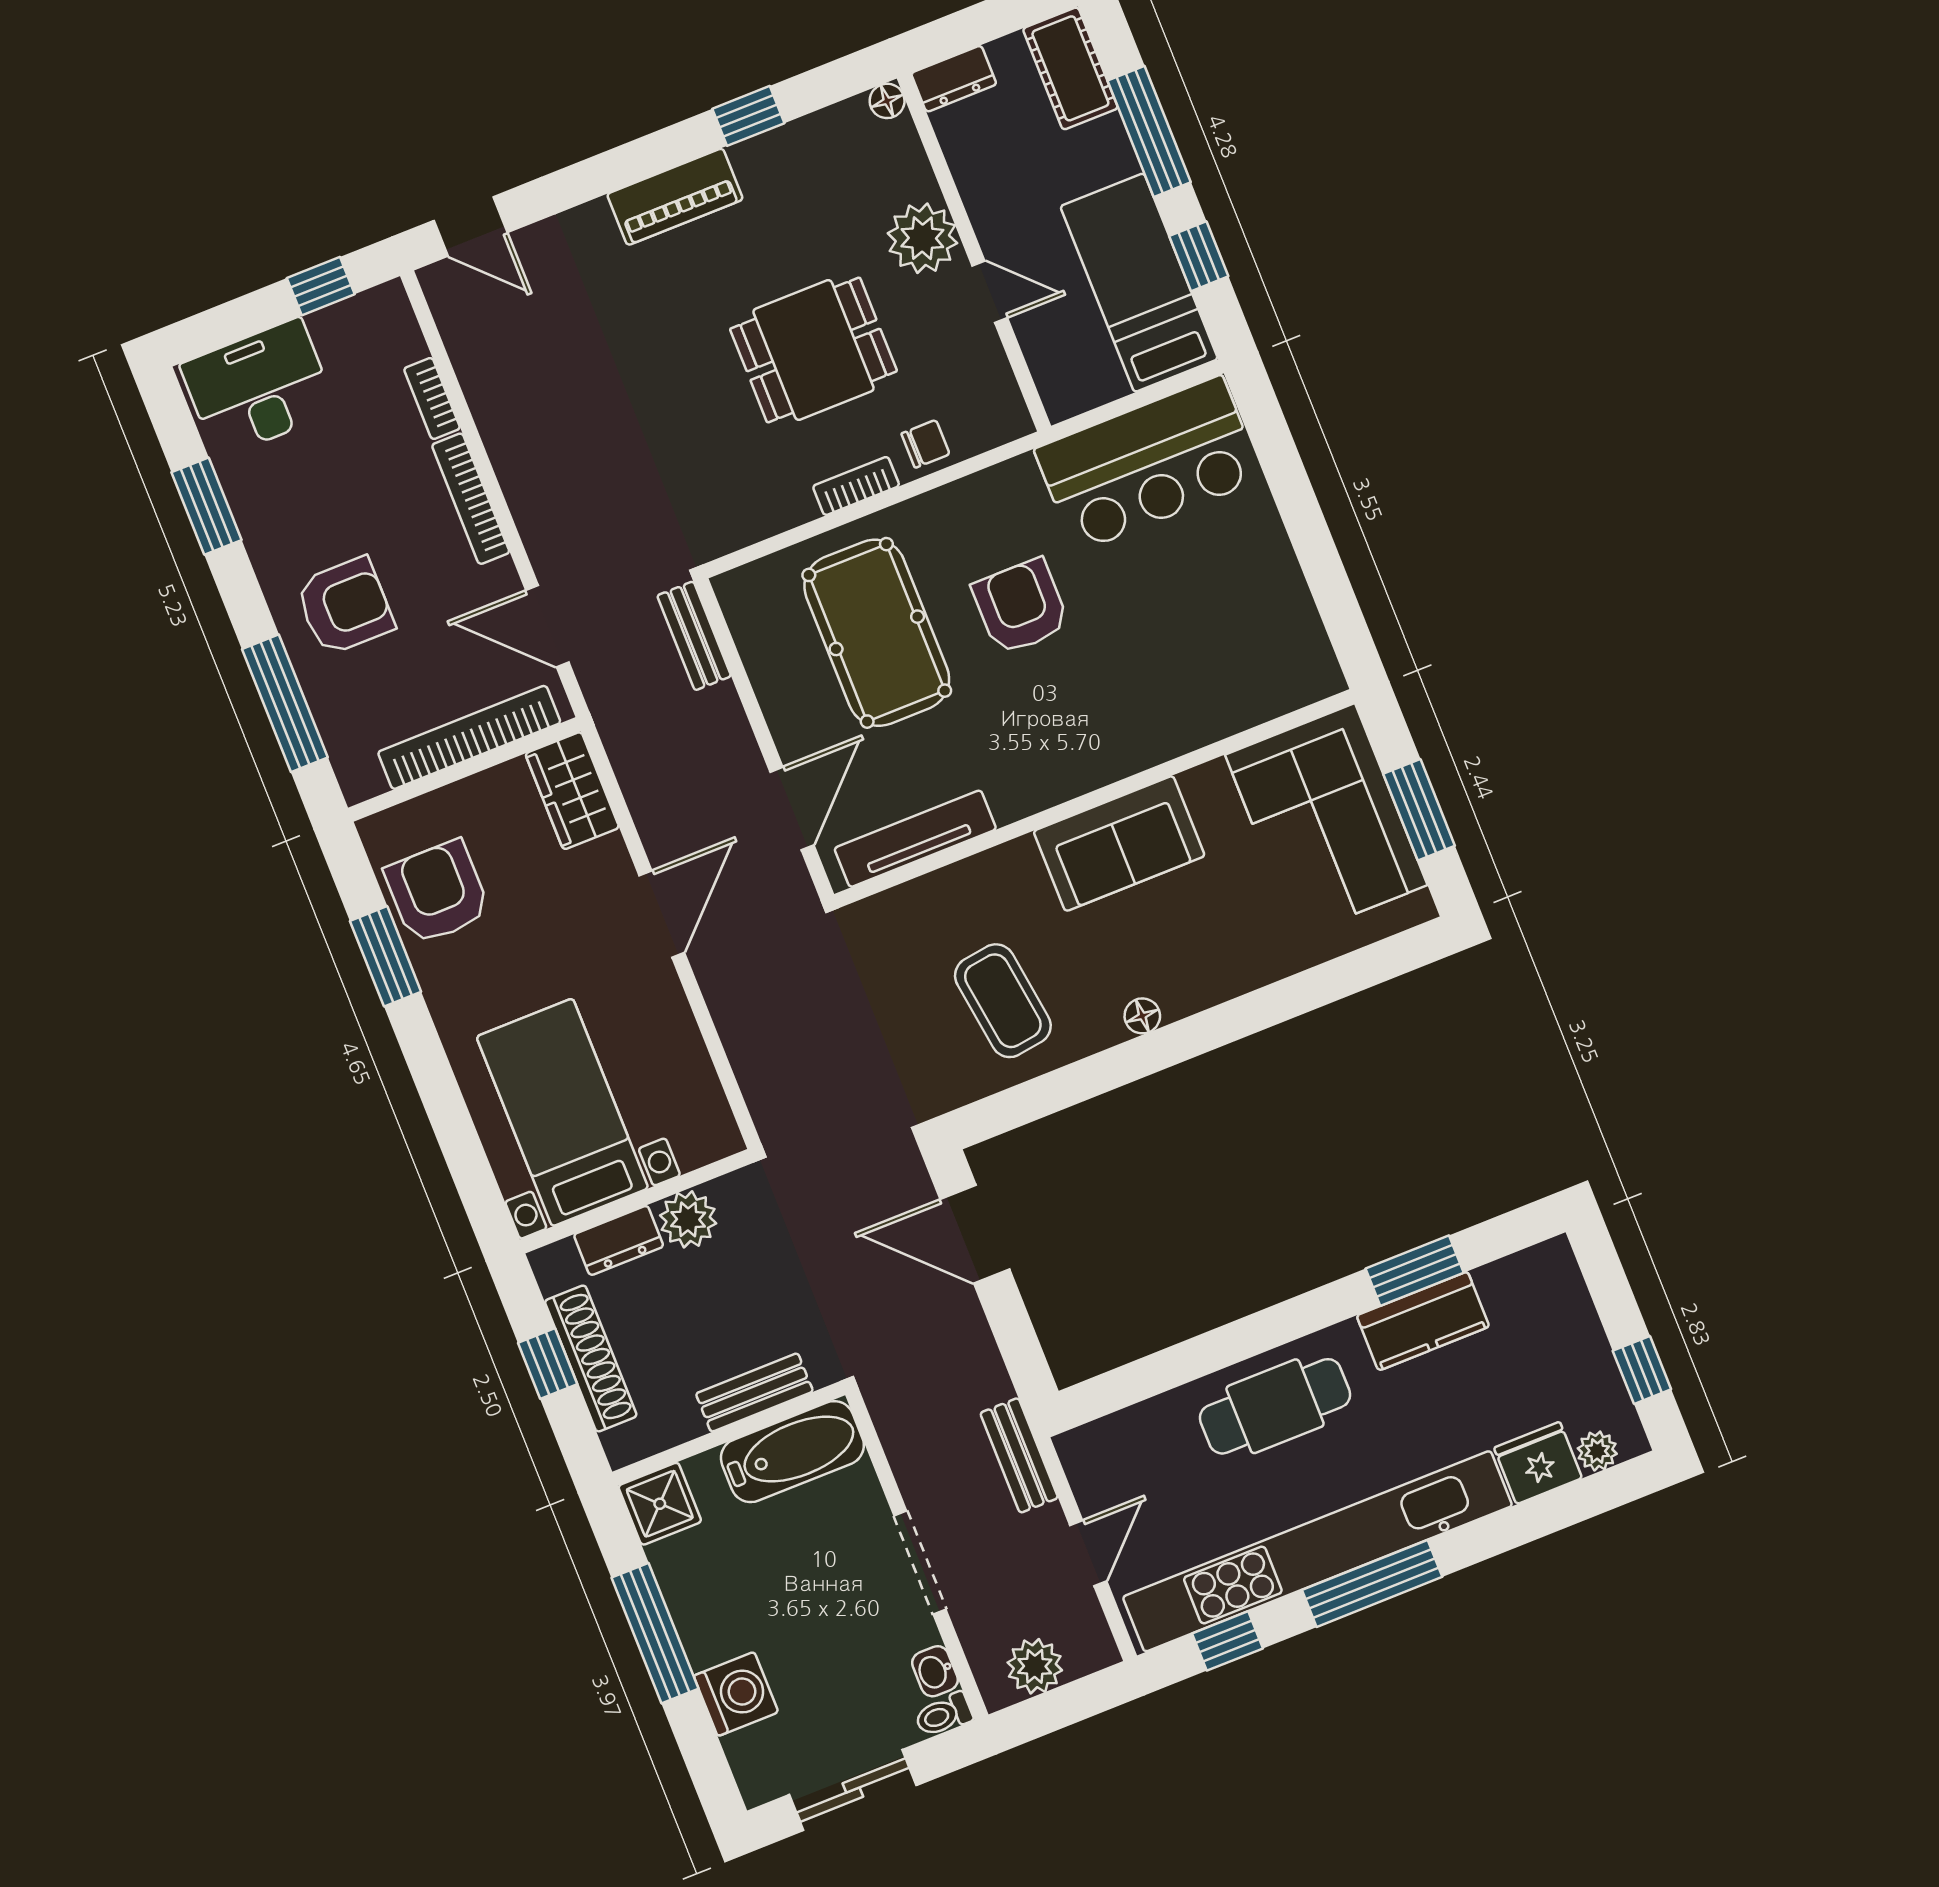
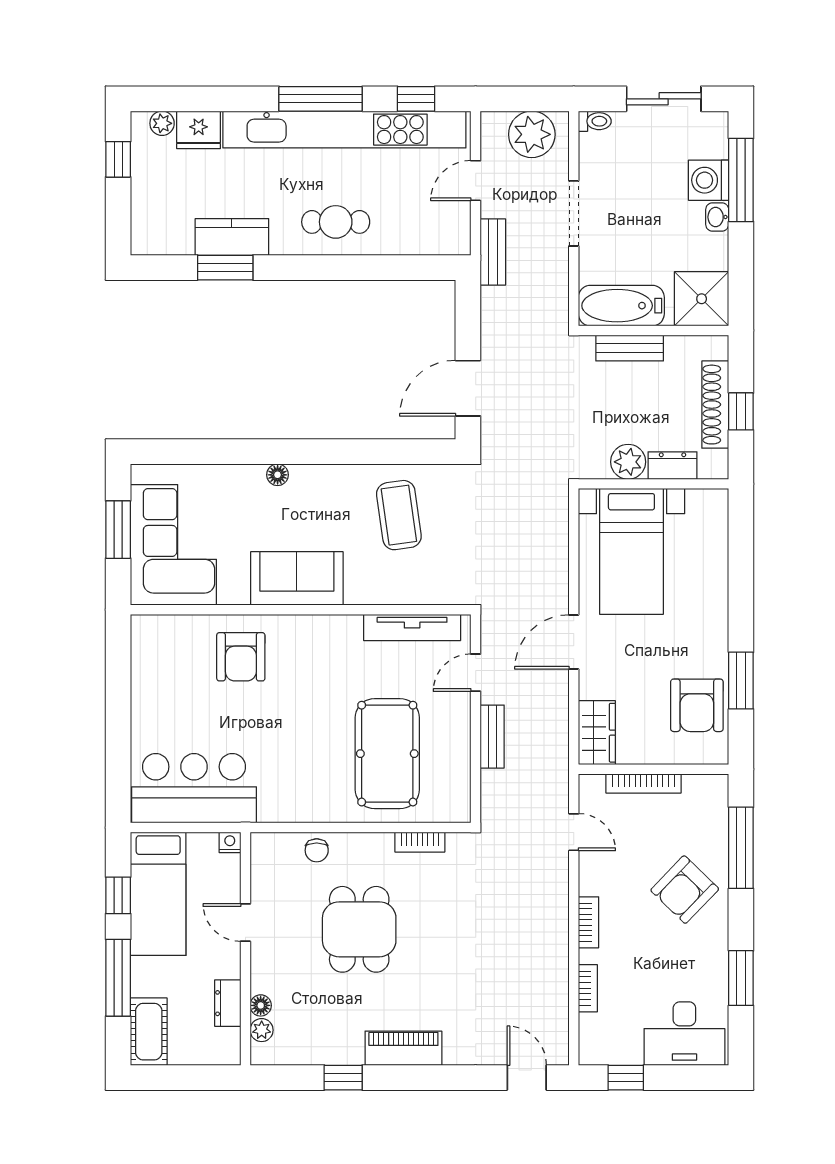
dresser: (954, 79) -> (228, 1003), moved, turned -90
floor lamp: (887, 101) -> (261, 1005), moved
plant: (922, 238) -> (262, 1030), moved, width x0.53, depth x0.53
dining table: (813, 350) -> (359, 929), turned 90
nightstand: (1062, 404) -> (230, 842), added
chair: (925, 444) -> (317, 850), turned -90
bookcase: (856, 486) -> (420, 842), moved
bookcase: (471, 499) -> (589, 922), width x0.64
armchair: (345, 606) -> (685, 890), turned -46
armchair: (1021, 607) -> (241, 657), moved
door: (547, 626) -> (574, 832), width x0.73
bench: (694, 636) -> (492, 737), moved
bookcase: (469, 737) -> (644, 783), width x0.68, depth x0.76
door: (792, 808) -> (476, 673), width x0.73
floor lamp: (1142, 1016) -> (278, 475), moved
bed with nightstands: (562, 1112) -> (631, 551), moved
door: (975, 1234) -> (468, 388), swing flipped
cafe table: (1275, 1406) -> (336, 222), width x0.73, depth x0.74
shower: (660, 1504) -> (702, 299), width x1.36, depth x1.36
window: (655, 1633) -> (741, 180), moved
plant: (1035, 1666) -> (532, 134), width x1.36, depth x1.36
washbasin: (935, 1671) -> (717, 217), moved, turned 180

